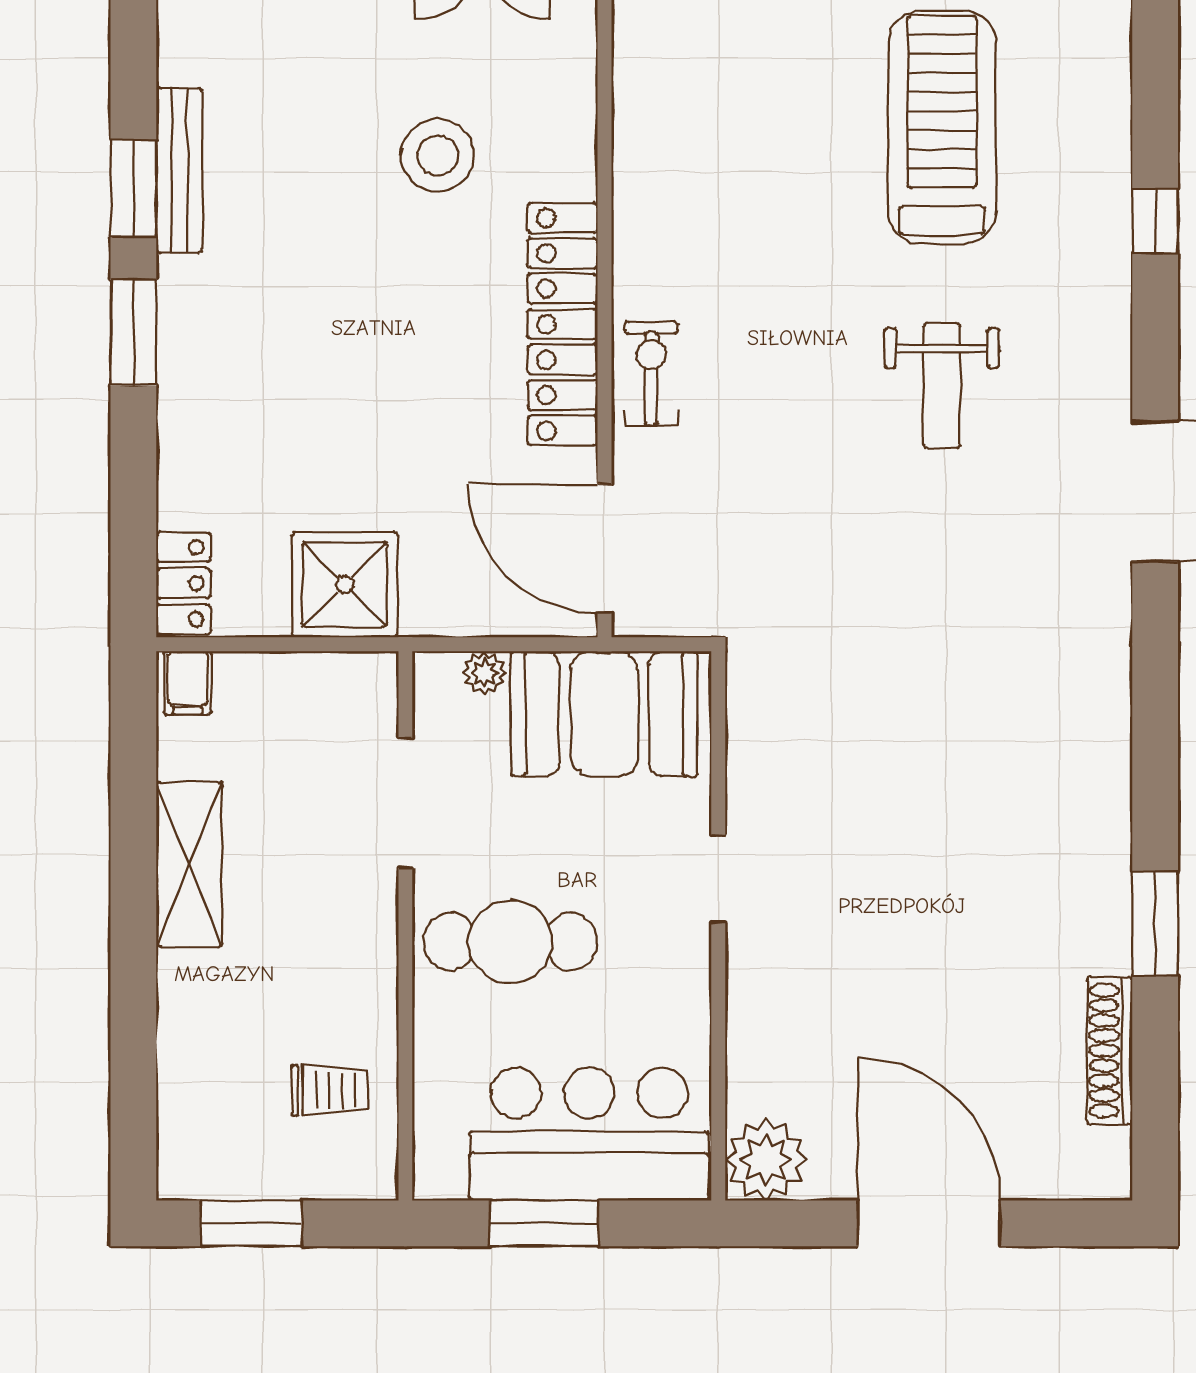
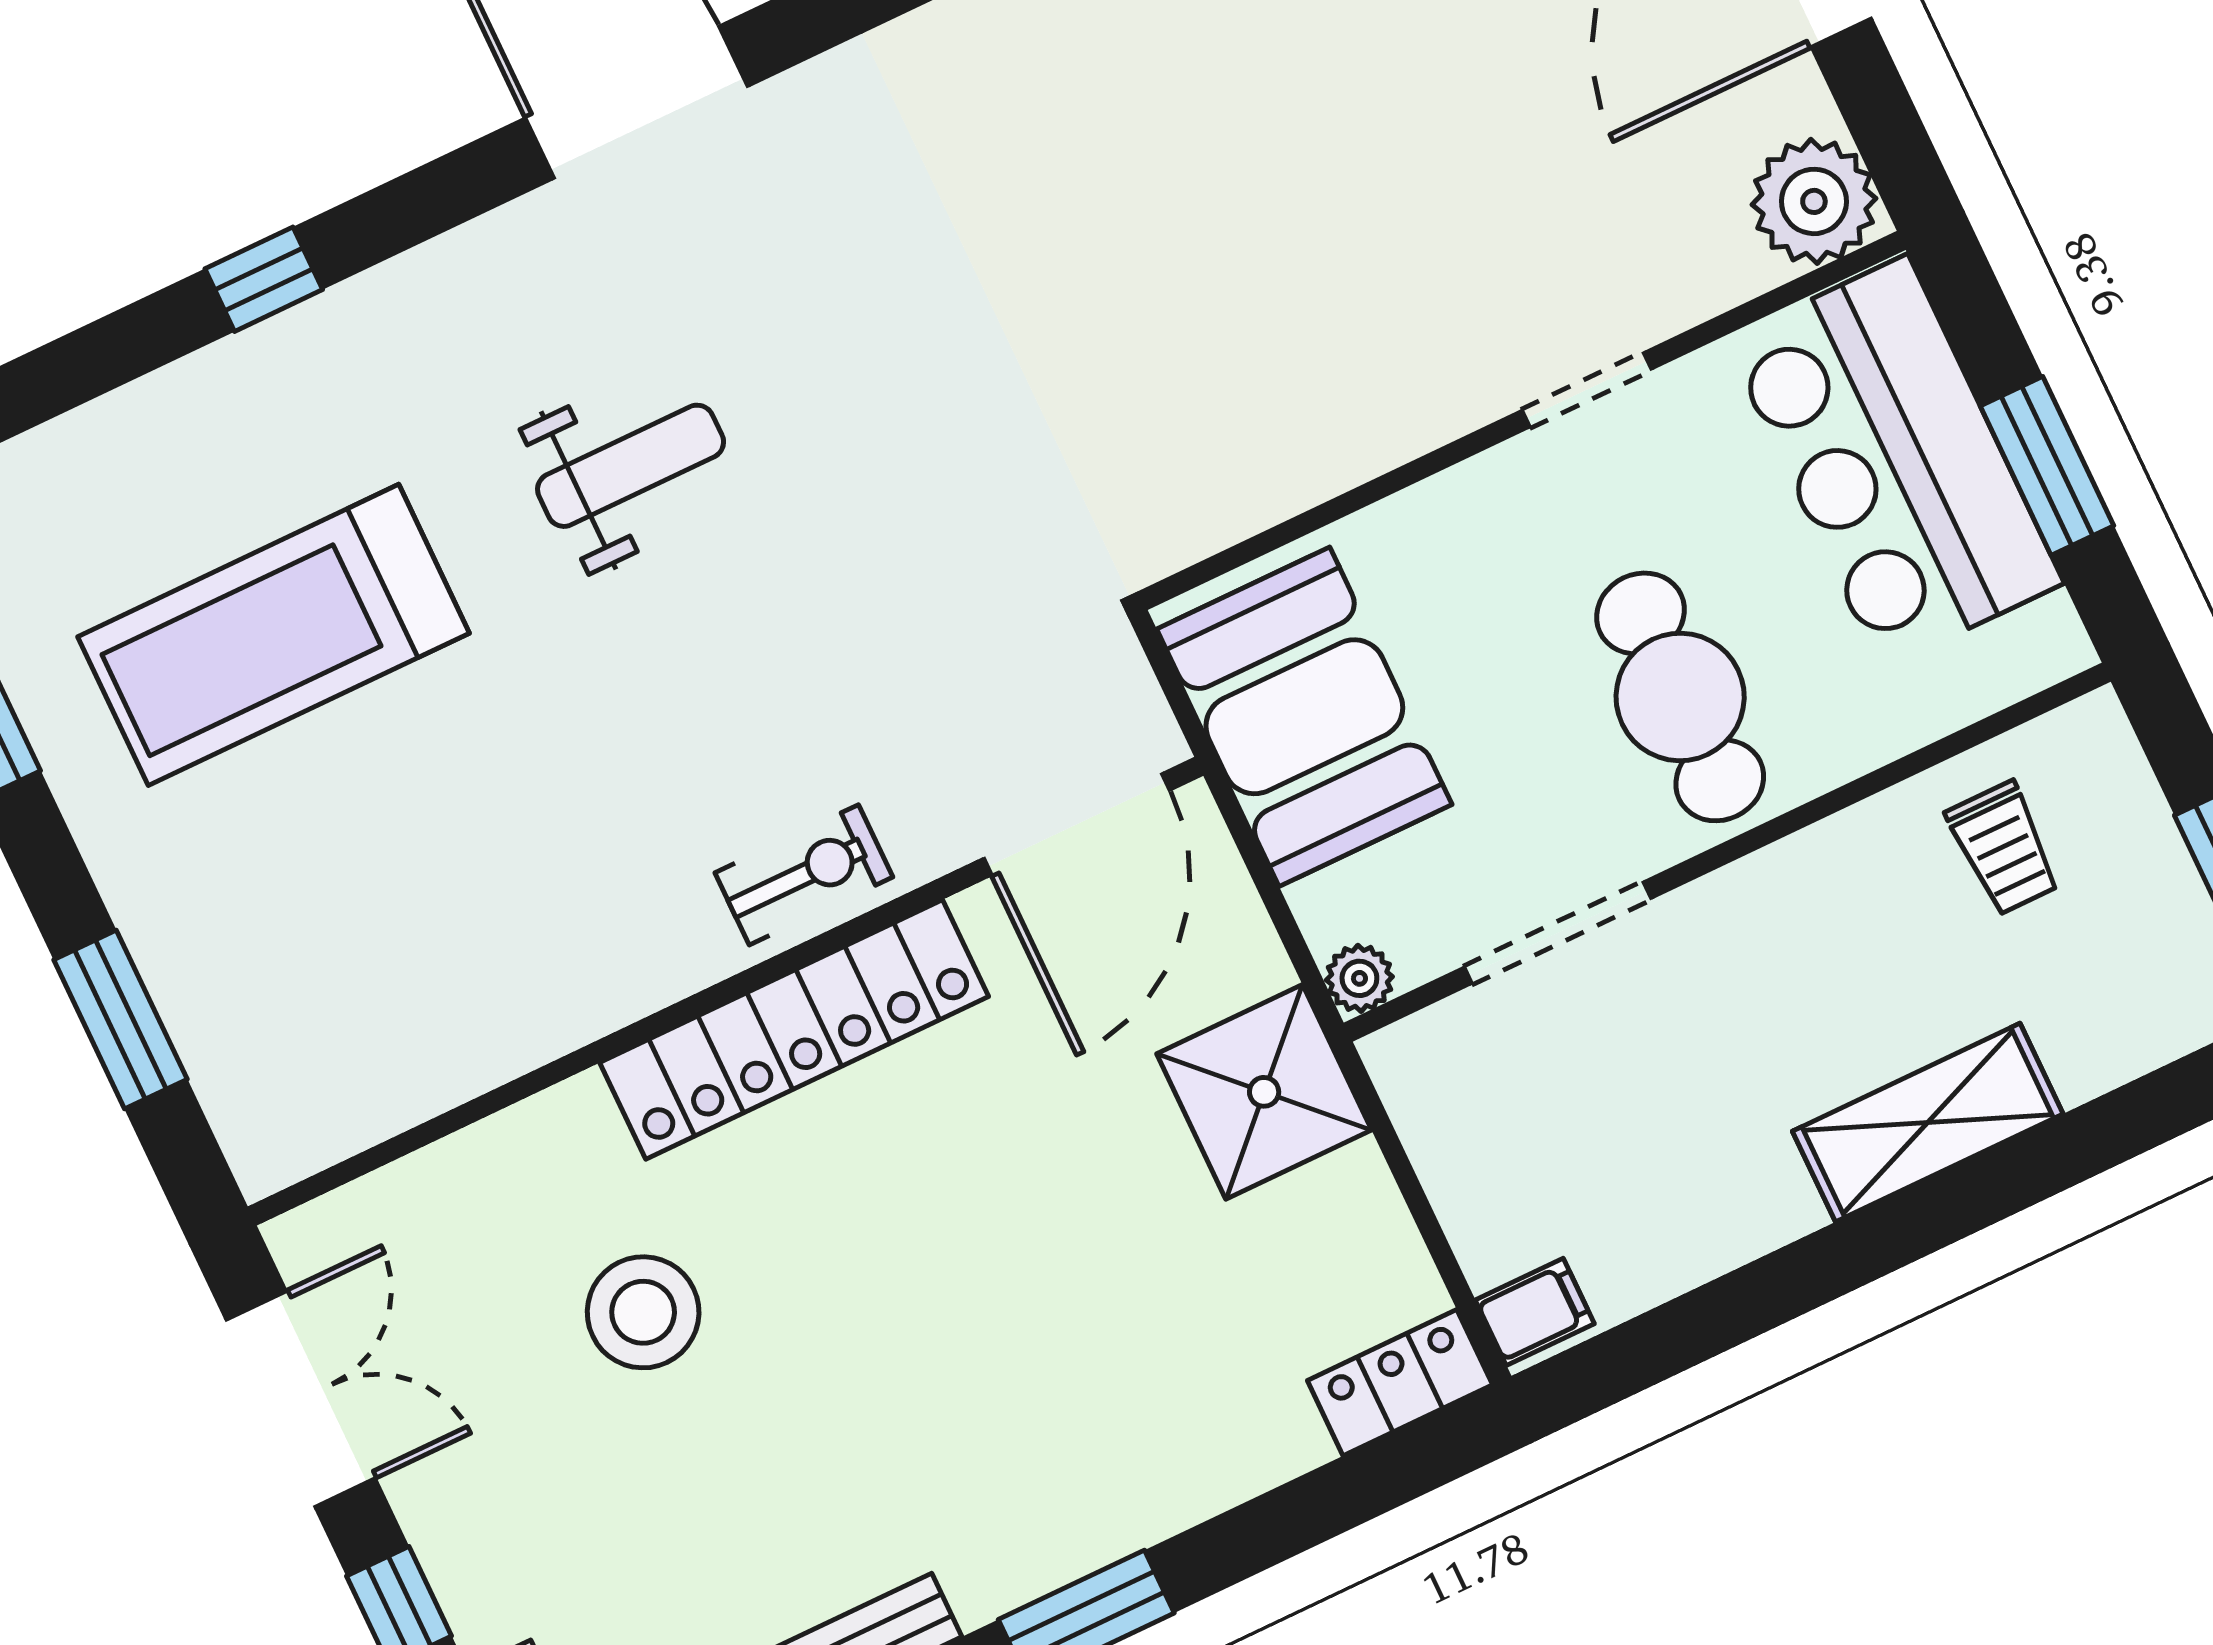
exercise bike: (651, 373) -> (804, 875), turned 180
shower: (345, 585) -> (1264, 1092), moved
plant: (484, 673) -> (1359, 978), moved
shelving: (189, 864) -> (1928, 1123), moved
doorway: (718, 879) -> (1587, 390), moved
trolley: (330, 1090) -> (2004, 848), turned 180

